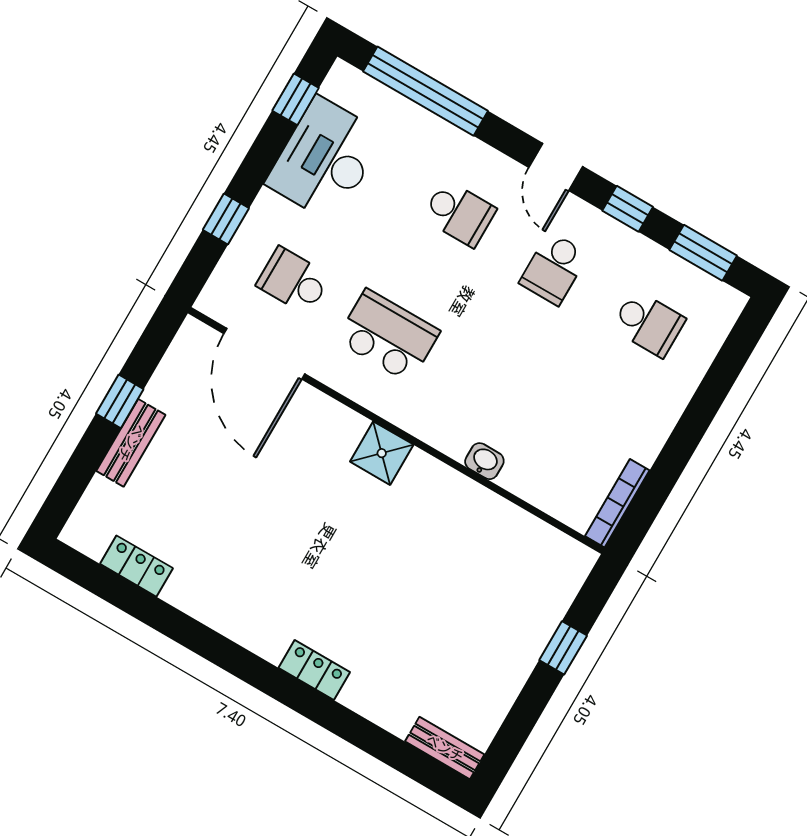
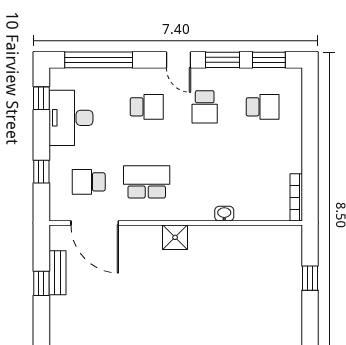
window: (628, 209) -> (223, 60), width x1.50
bench: (131, 443) -> (57, 273), moved

